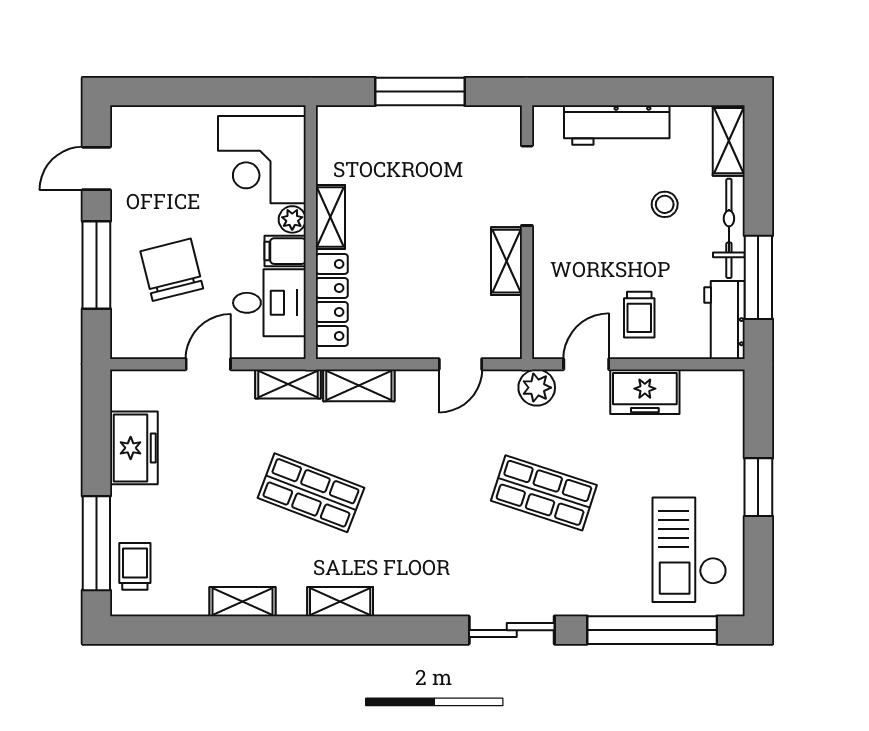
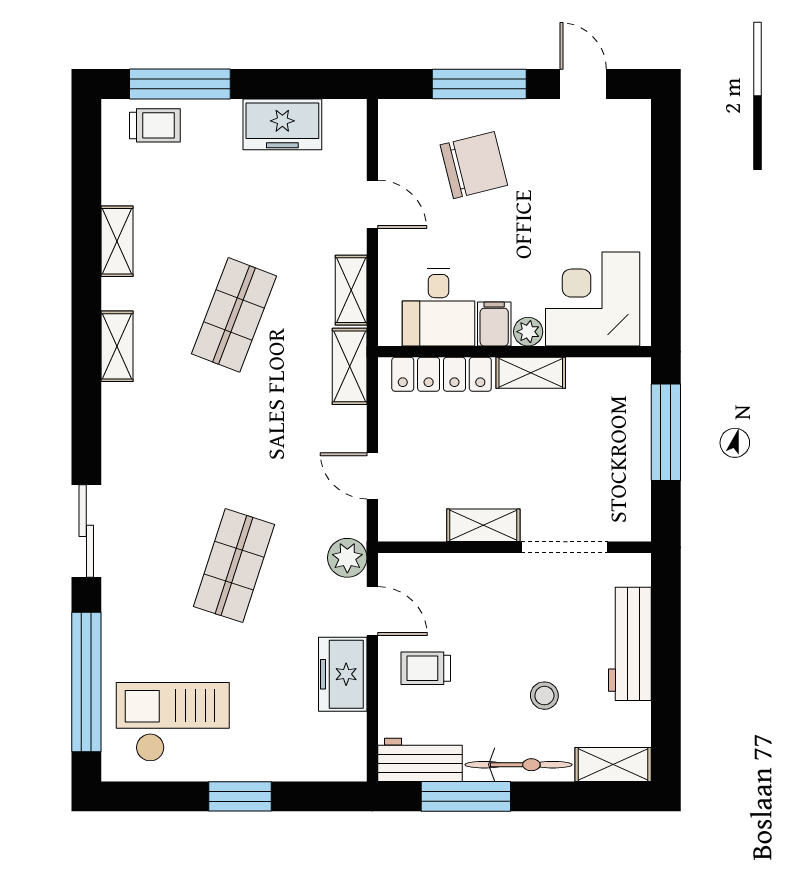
corner desk: (262, 160) -> (593, 299), moved
shelving: (330, 217) -> (531, 373), moved
plant: (292, 219) -> (528, 332), moved
wall: (311, 232) -> (515, 352), moved
filing cabinet: (285, 251) -> (494, 324), moved
locker: (332, 300) -> (442, 374), moved
desk: (269, 303) -> (438, 307), moved

